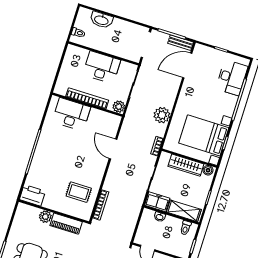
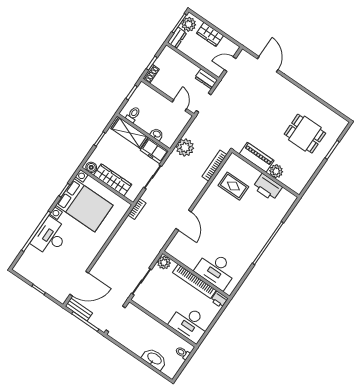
desk: (102, 67) -> (190, 323), moved
desk: (232, 78) -> (50, 237), moved
printer: (61, 89) -> (219, 299), added
plant: (162, 115) -> (185, 148), moved
printer: (32, 195) -> (267, 187), moved

